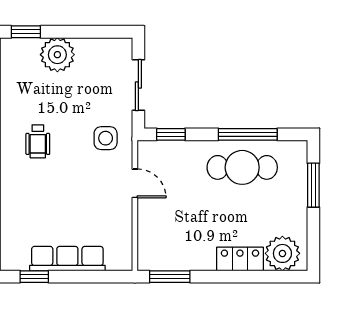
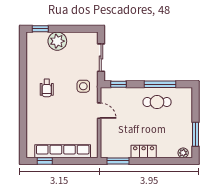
cafe table: (242, 167) -> (157, 102), width x0.73, depth x0.74
window: (313, 185) -> (195, 134), moved
plant: (282, 253) -> (183, 153), width x0.53, depth x0.53
row of seats: (67, 259) -> (63, 151), width x1.36
locker: (240, 259) -> (144, 151), moved

